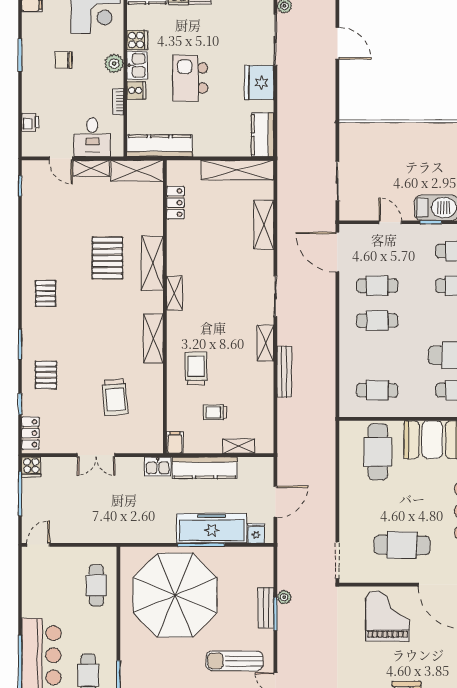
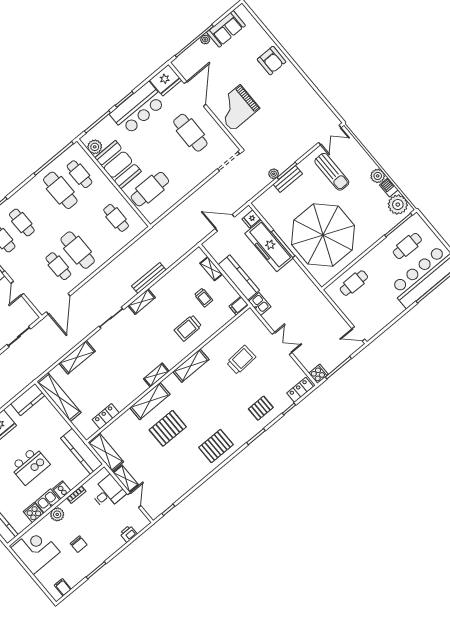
pallet: (46, 293) -> (216, 446), width x1.50, depth x1.42
cafe table: (377, 321) -> (78, 250), width x1.37, depth x1.35

